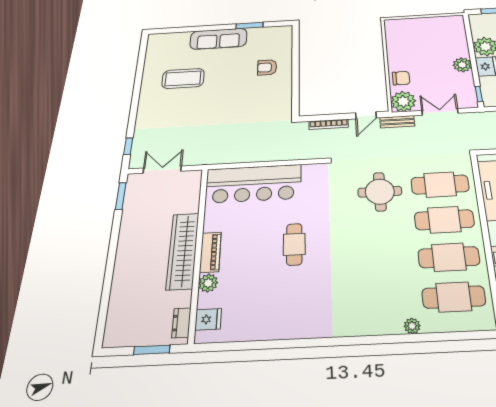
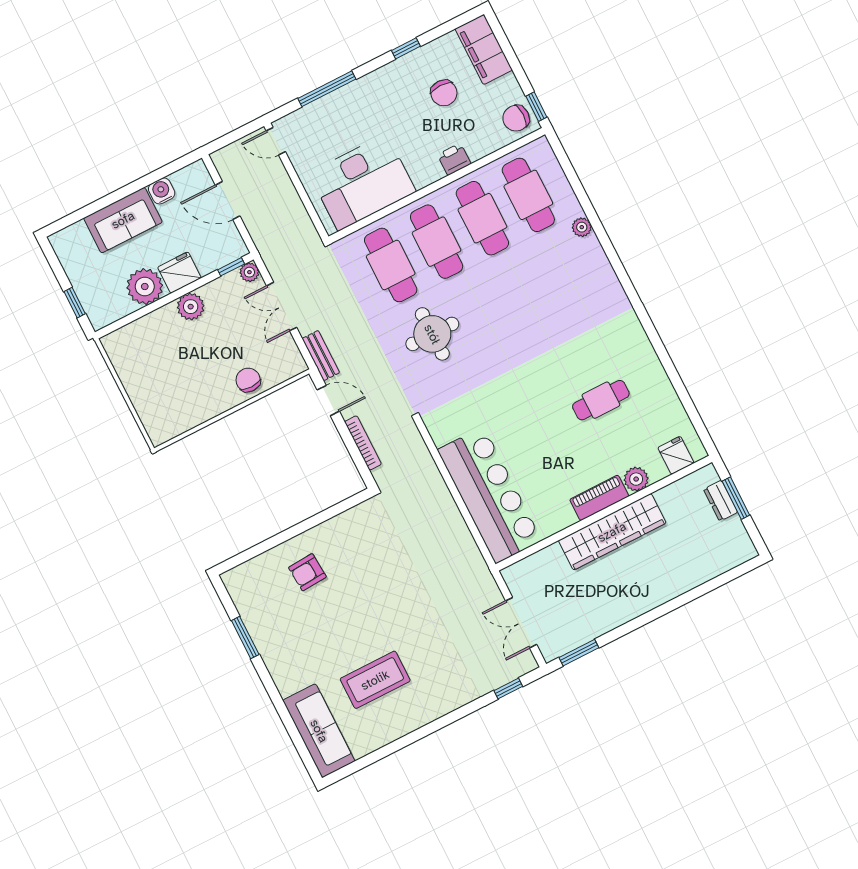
sofa: (218, 39) -> (319, 731), moved
armchair: (267, 67) -> (307, 572), turned 86
coffee table: (183, 78) -> (375, 680), turned 90
plant: (403, 101) -> (249, 272), moved, width x0.53, depth x0.53
cafe table: (294, 244) -> (601, 400), moved
dresser: (181, 323) -> (720, 501), moved, turned 90

